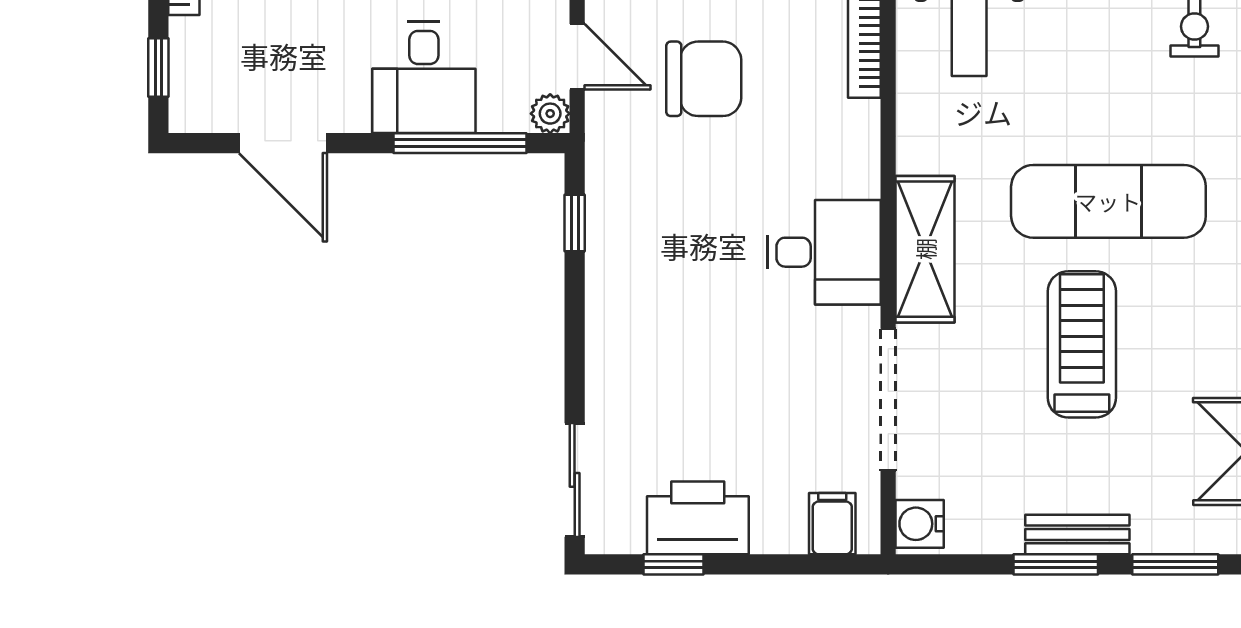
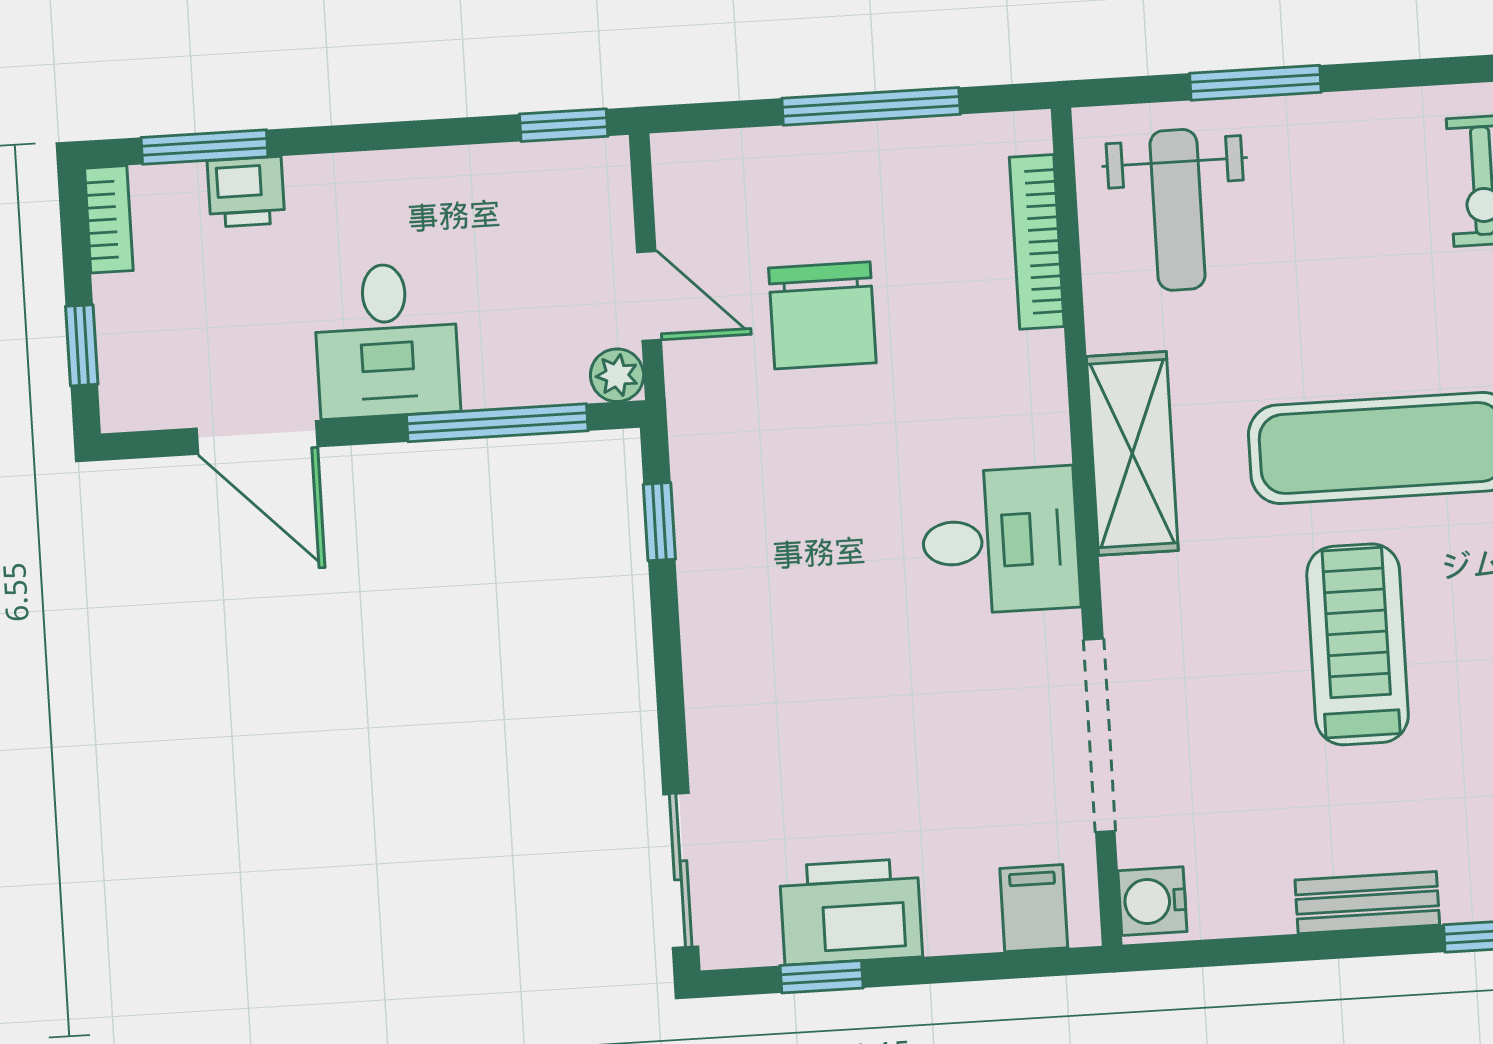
desk: (424, 77) -> (386, 340), moved
chair: (704, 79) -> (822, 315), turned 90
shelving: (925, 249) -> (1132, 453), moved
window: (1056, 564) -> (1340, 945), removed

